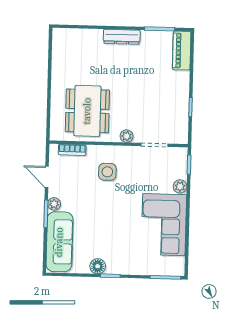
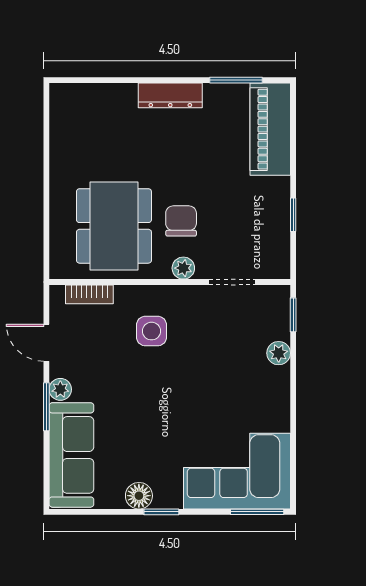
piano: (182, 51) -> (270, 129), width x1.37, depth x1.33
chair: (126, 109) -> (181, 221), added
corner sofa: (164, 225) -> (237, 471), moved, turned 90

